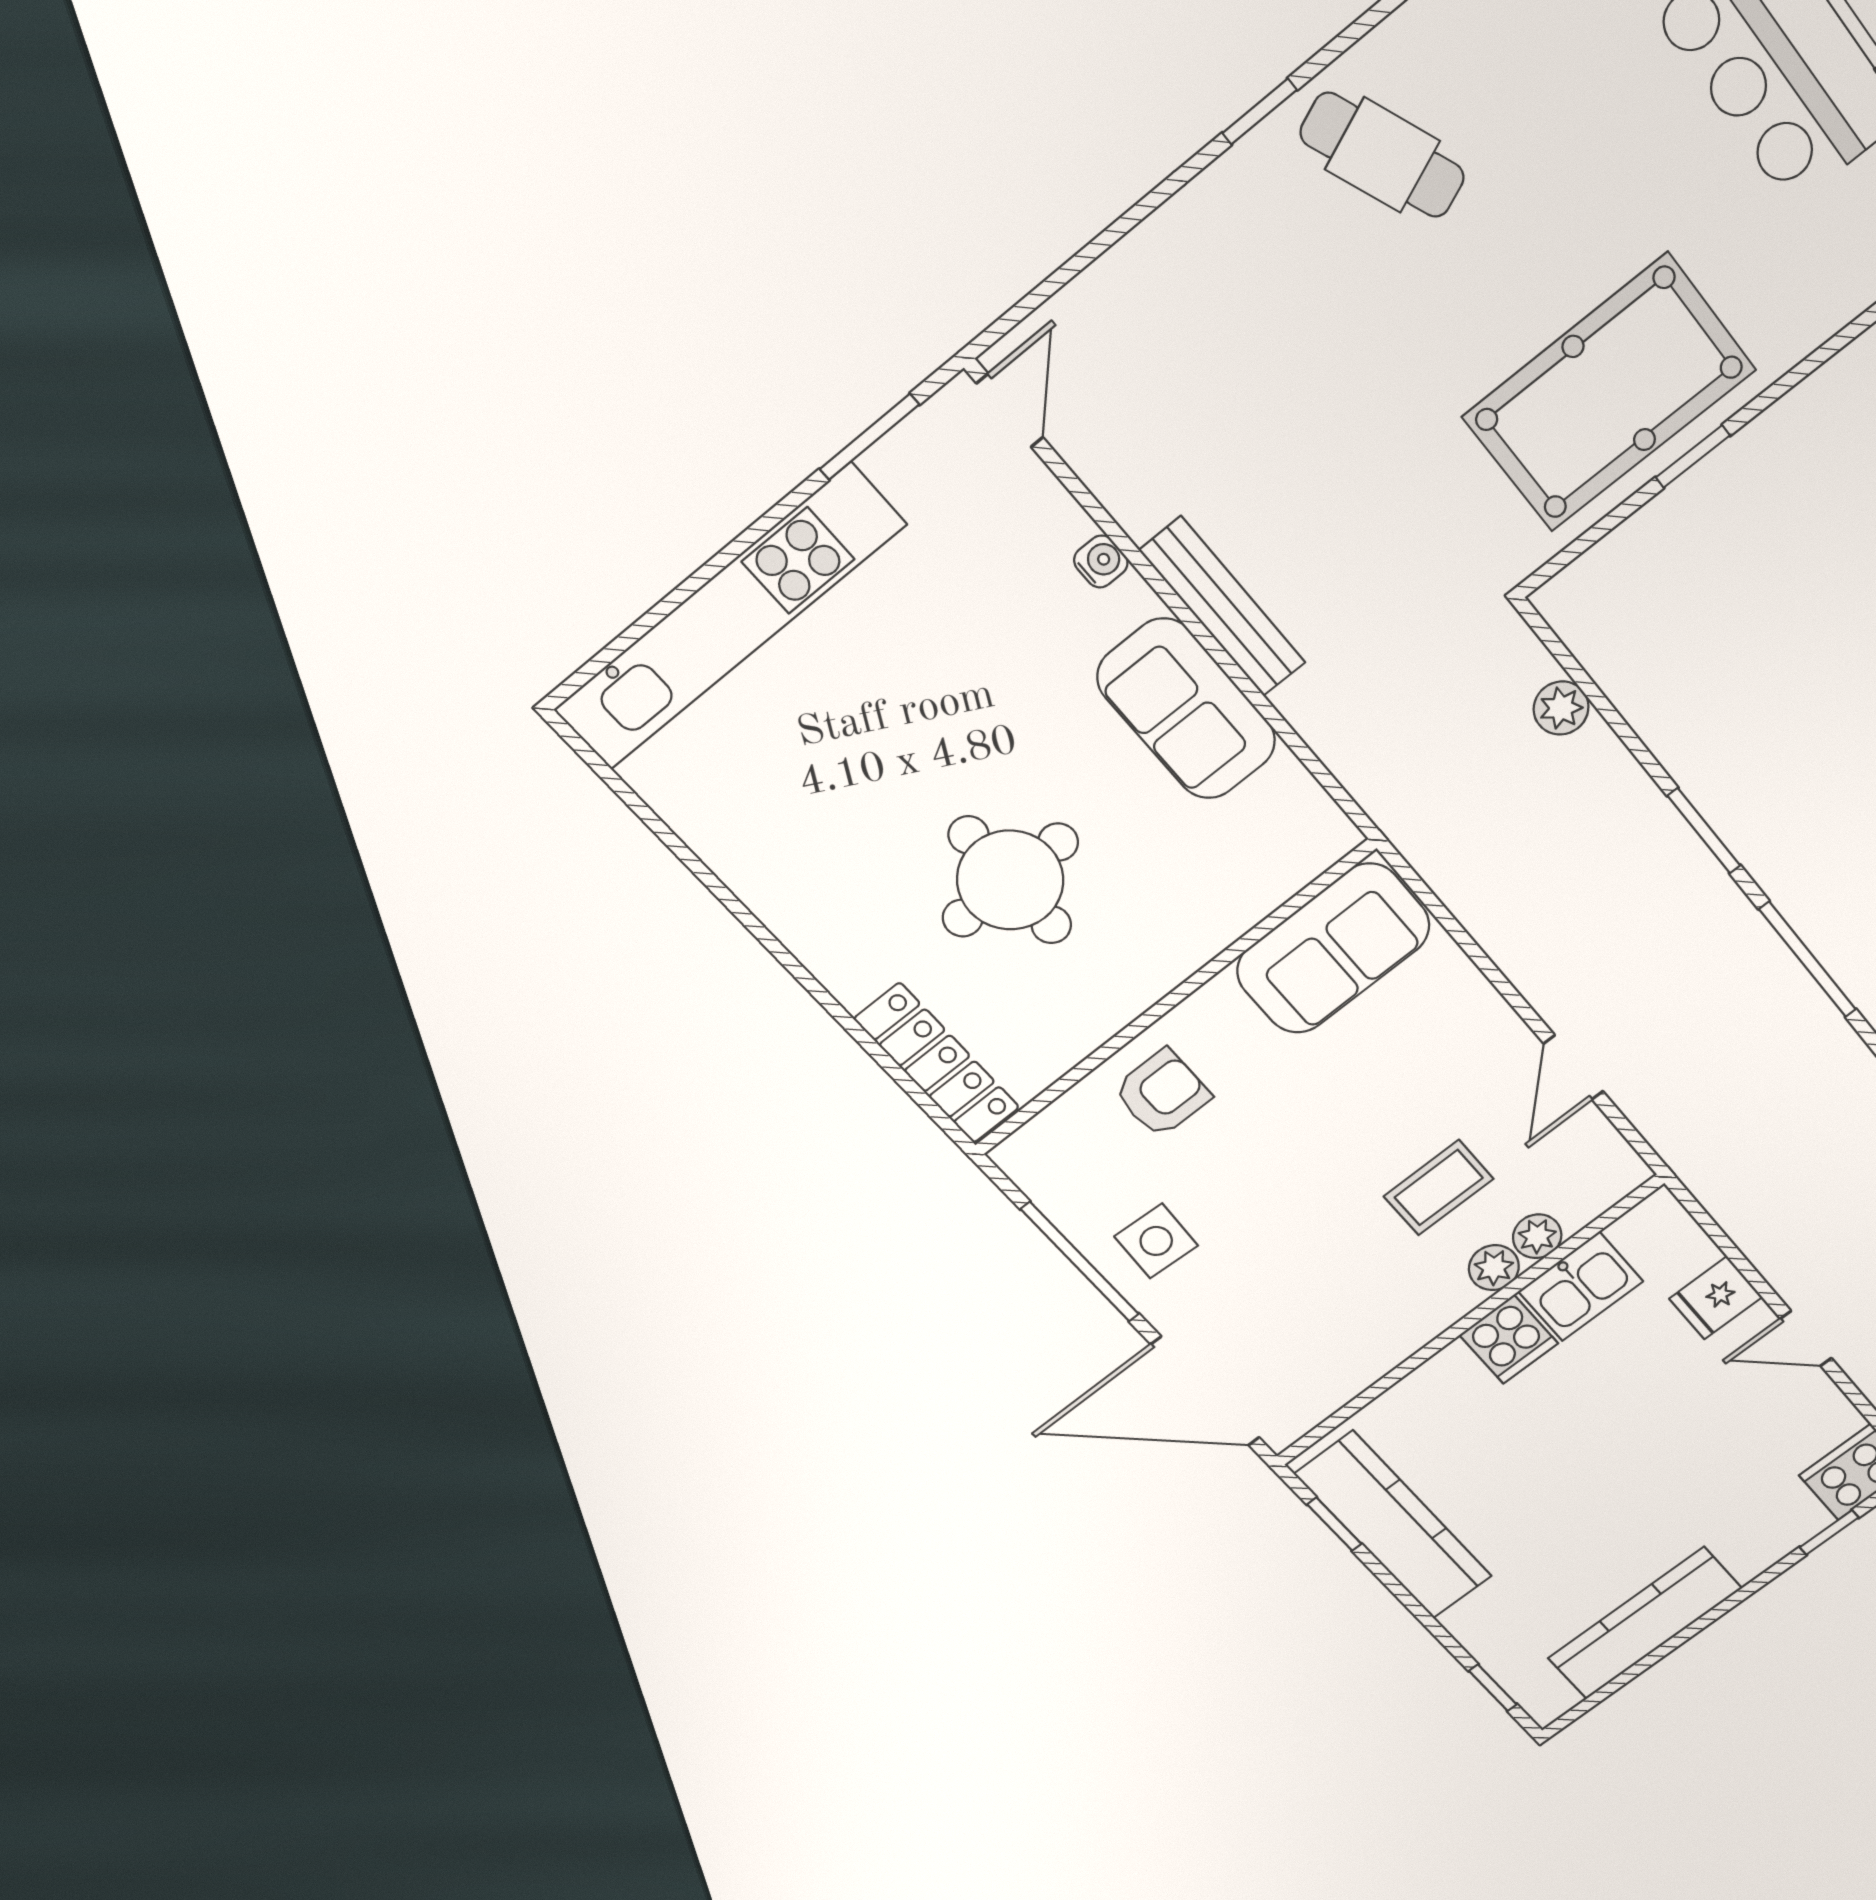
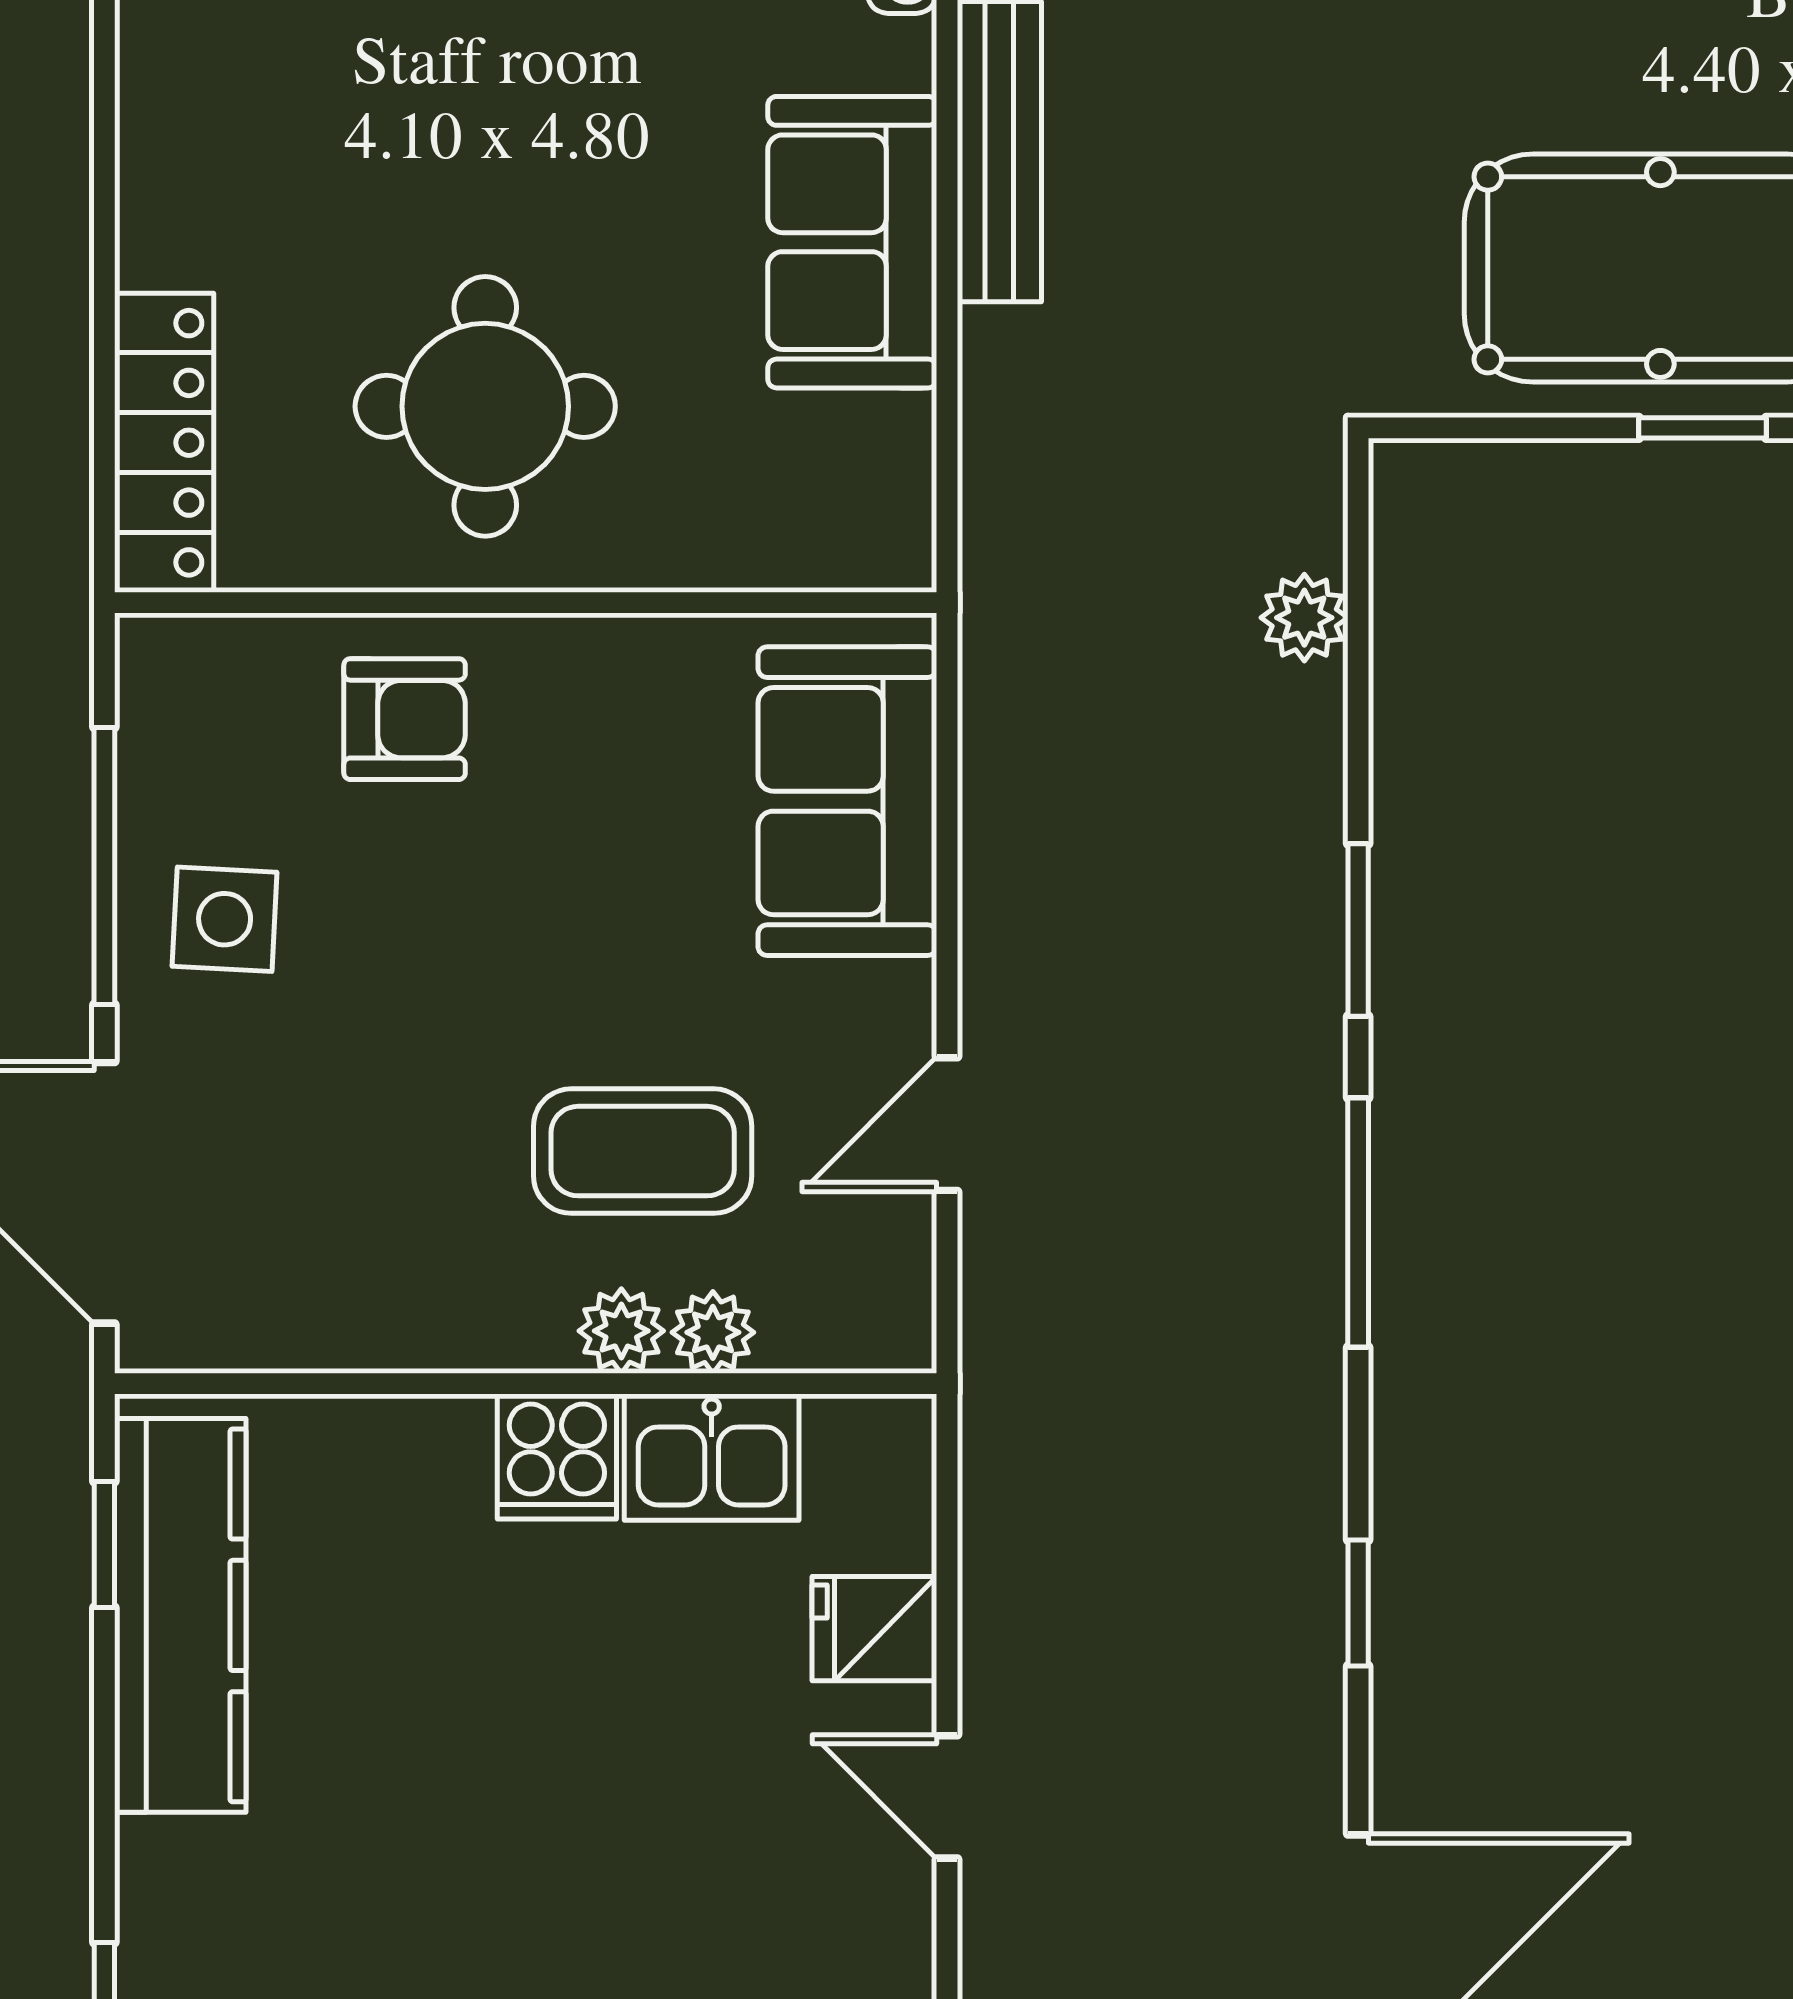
round table: (1010, 880) -> (485, 406), moved
sofa: (1333, 949) -> (847, 801), moved, turned 90
coffee table: (1439, 1188) -> (643, 1151), width x1.36, depth x1.30

